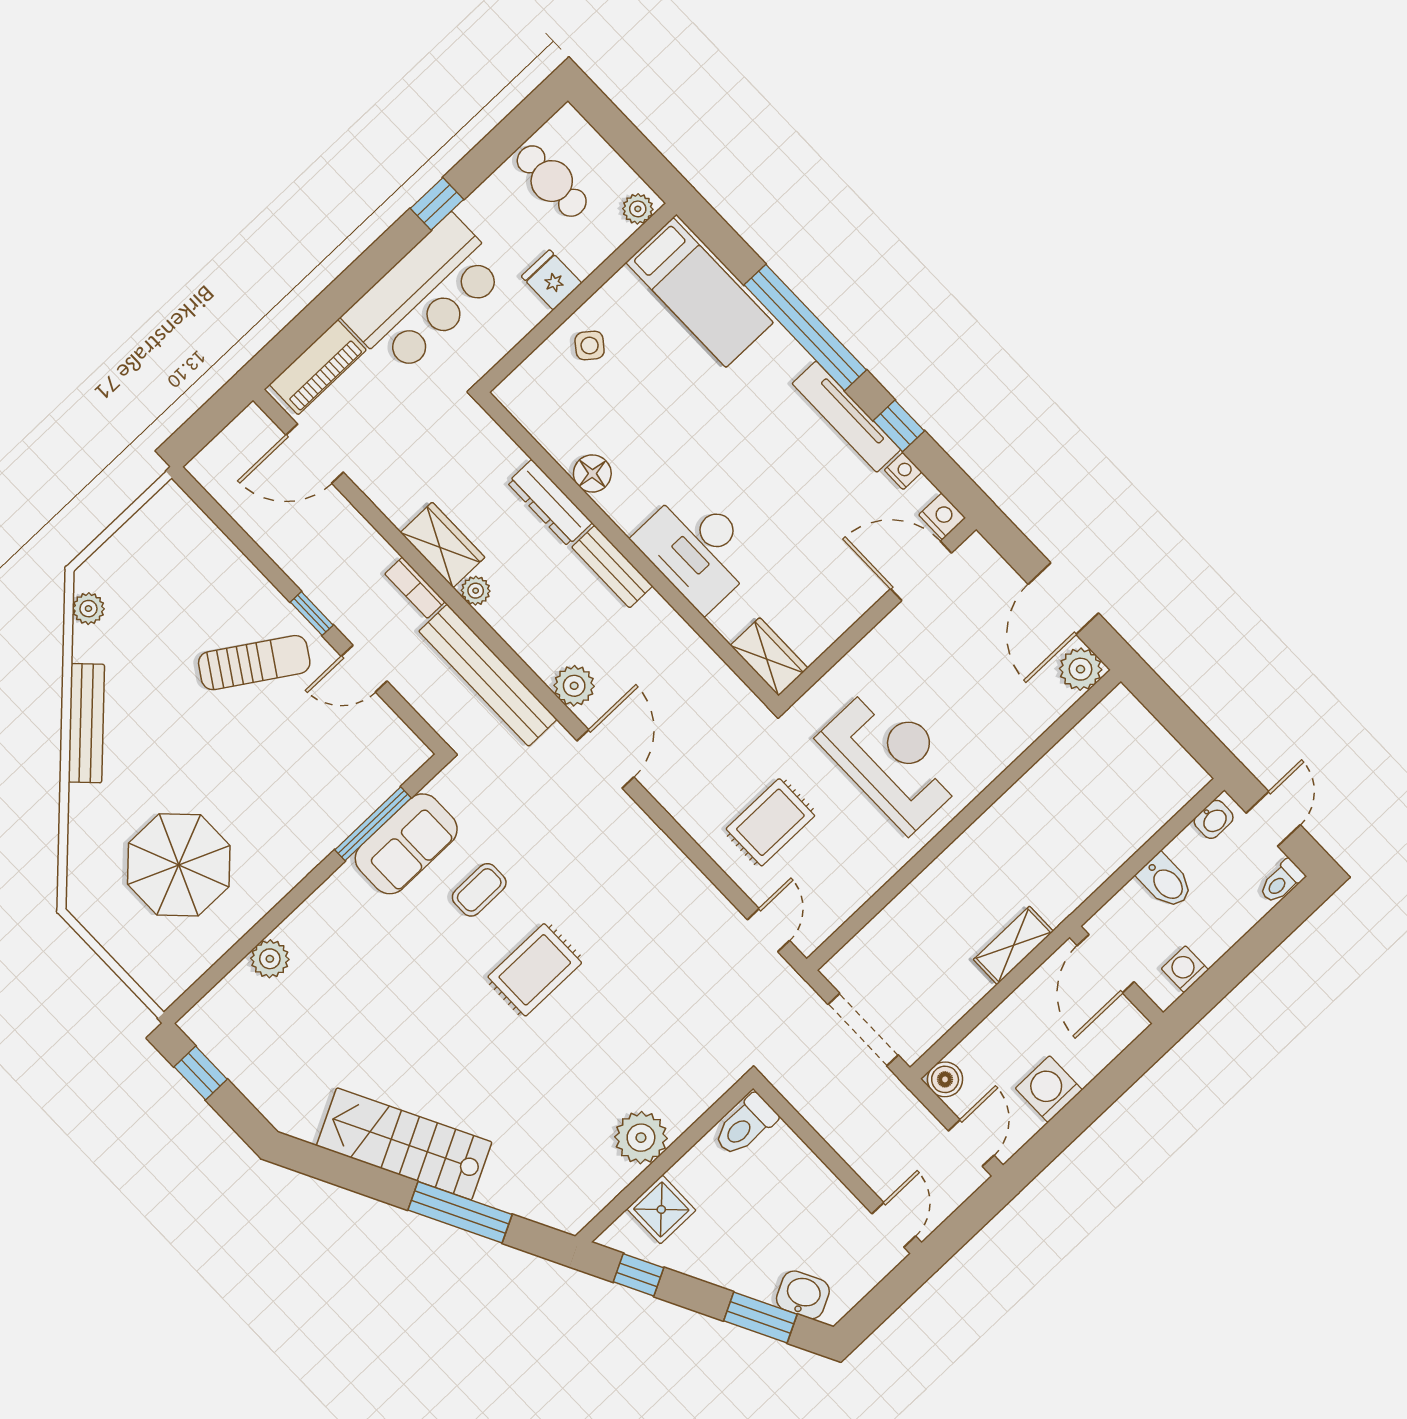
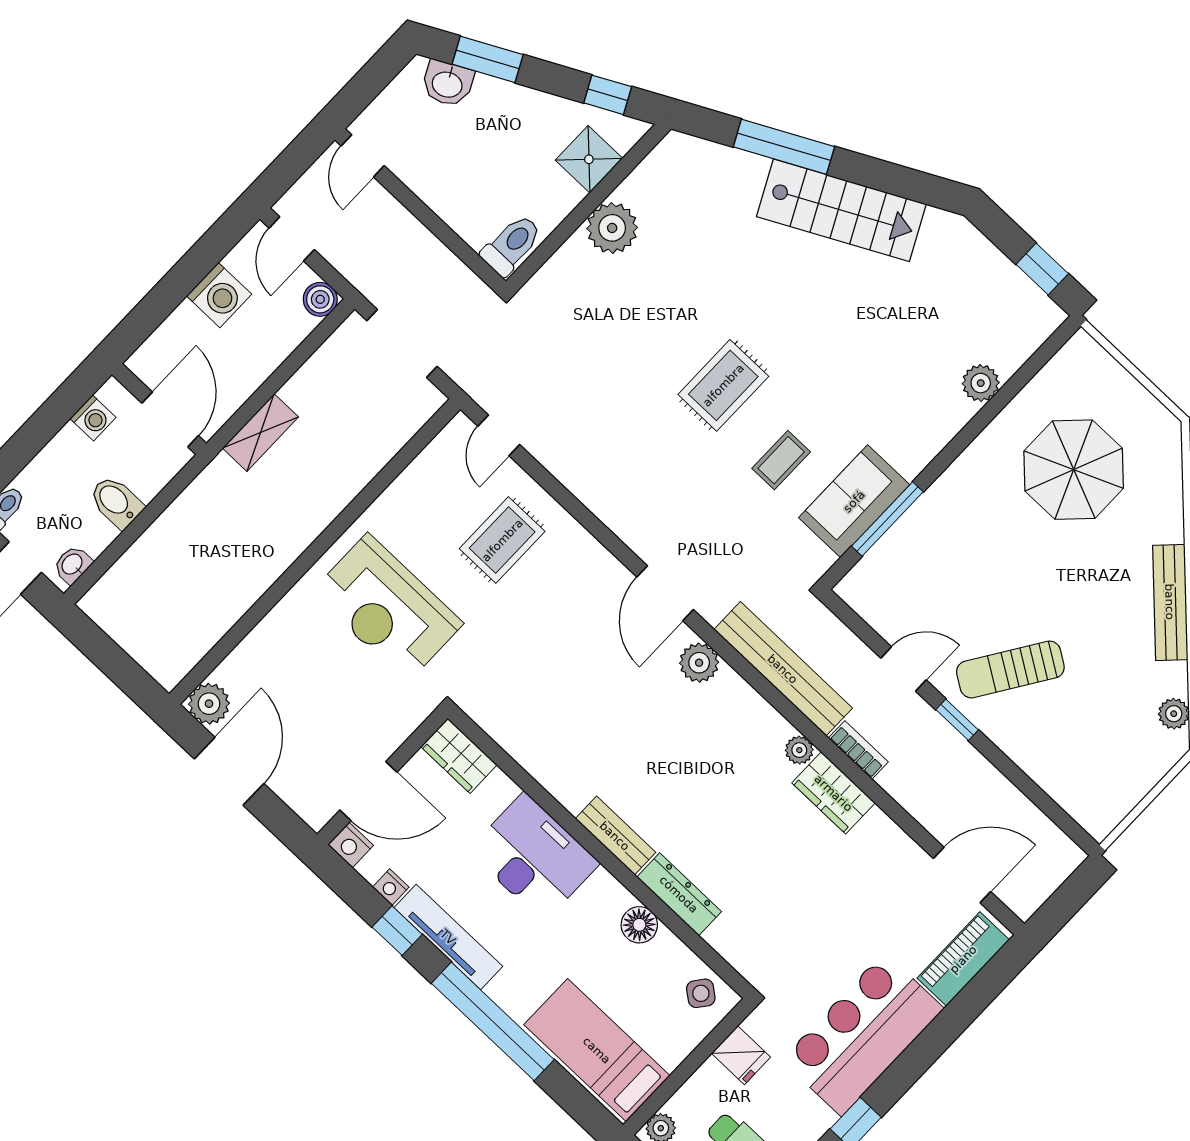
floor lamp: (592, 473) -> (639, 925), moved
dresser: (550, 503) -> (679, 894), moved
wall: (628, 549) -> (601, 853), moved
desk: (697, 549) -> (534, 857), moved
bench: (612, 567) -> (615, 836), moved
wardrobe: (769, 657) -> (459, 756), moved

